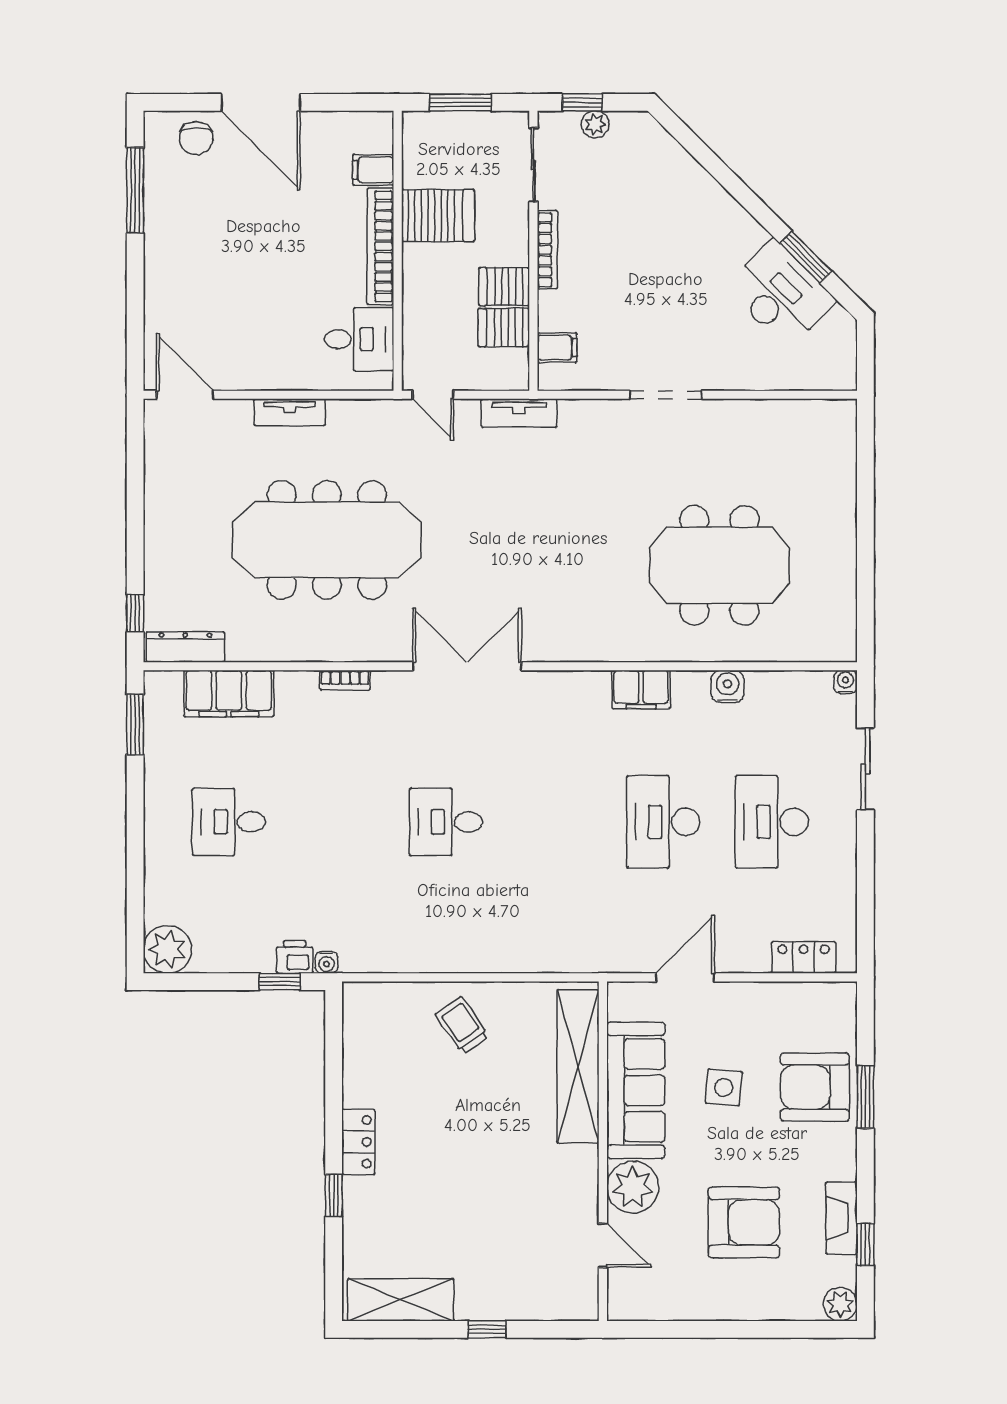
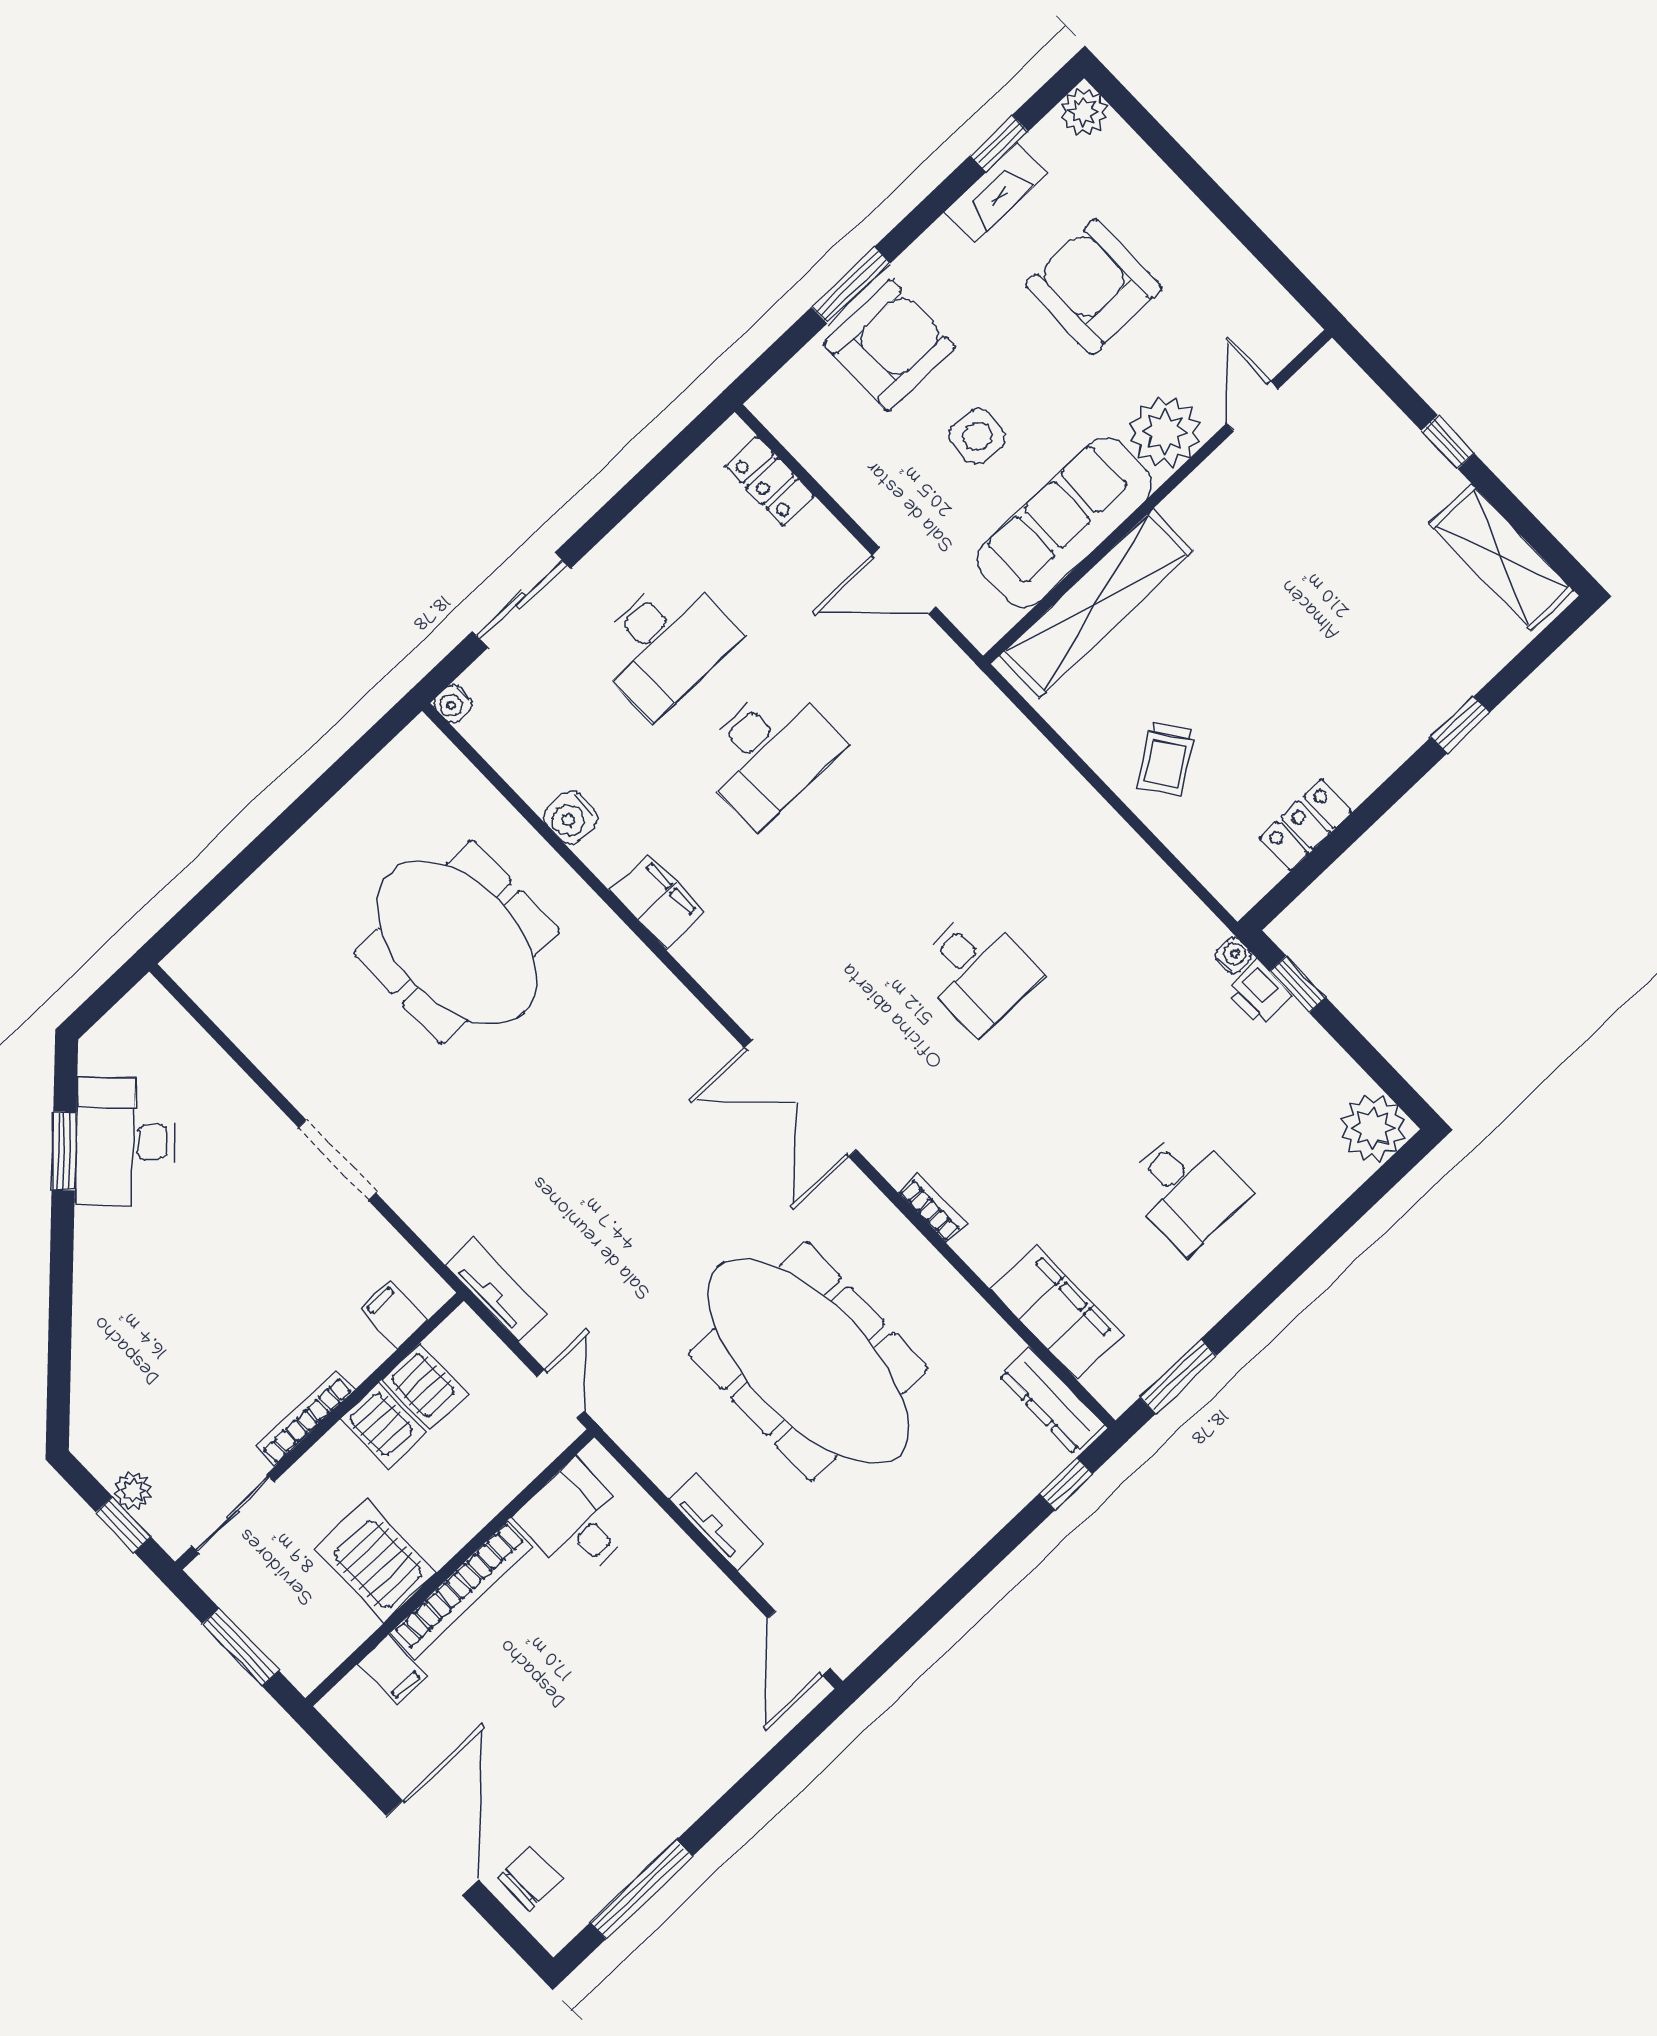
armchair: (815, 1087) -> (890, 345), turned -90
locker: (358, 1142) -> (1306, 825), moved

